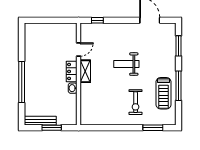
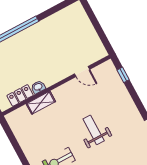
locker: (72, 71) -> (20, 95), moved
shelving: (85, 71) -> (41, 103), moved

